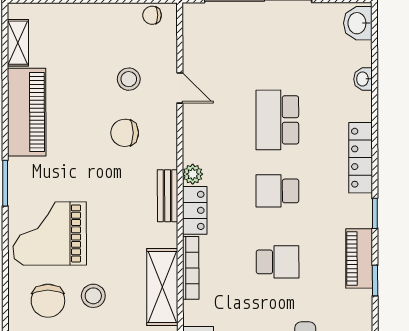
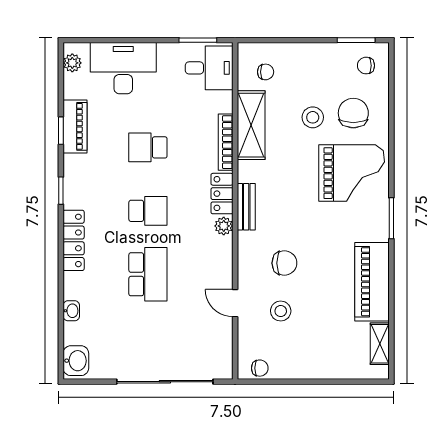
piano: (359, 258) -> (75, 126), moved

